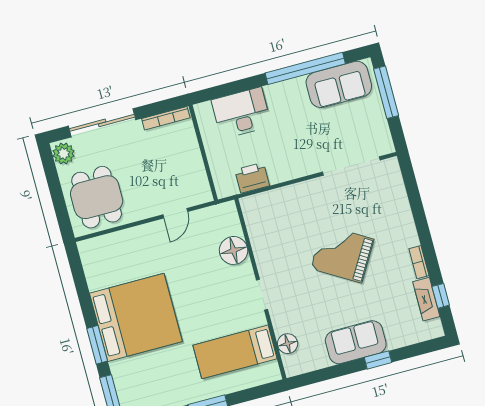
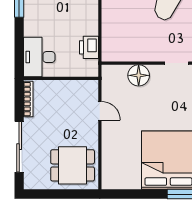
desk: (241, 113) -> (39, 57), moved
plant: (64, 154) -> (34, 181), removed

